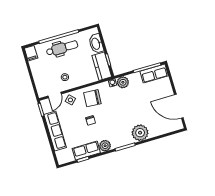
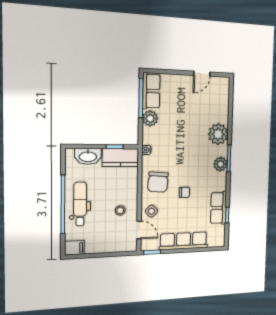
plant: (123, 82) -> (150, 118), moved
door: (179, 106) -> (202, 74), width x0.53
plant: (105, 146) -> (220, 164), moved

